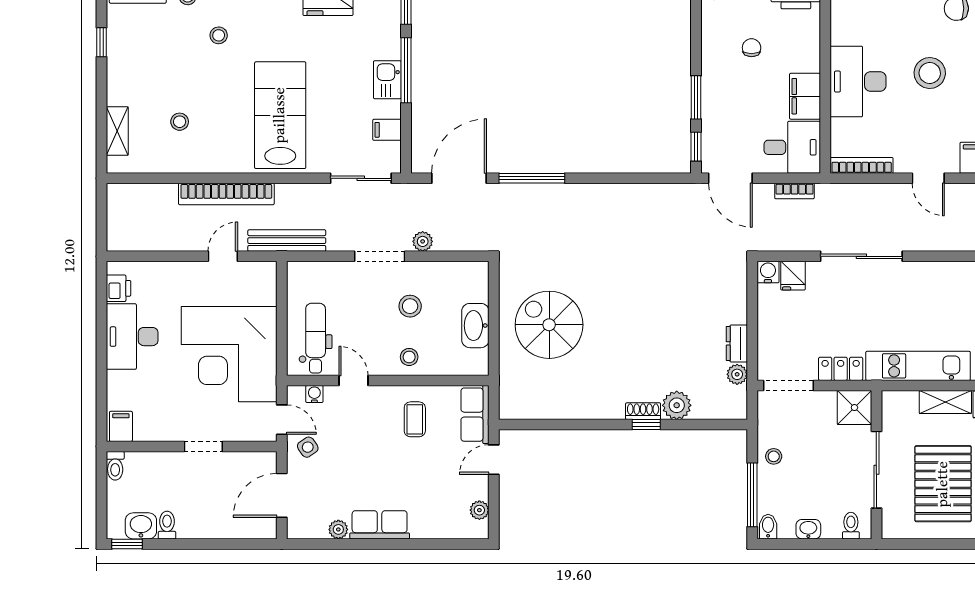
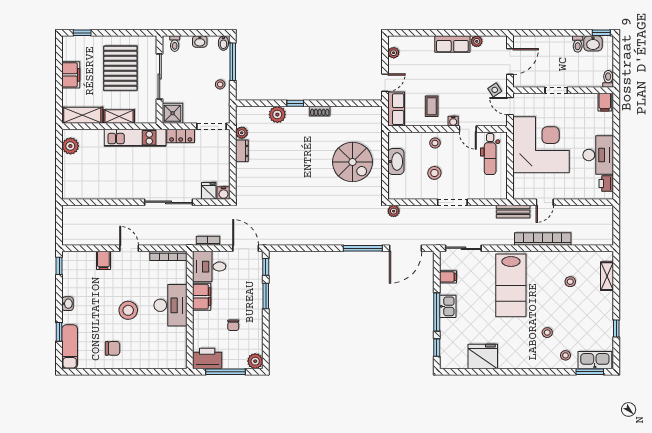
bench: (287, 241) -> (513, 212), width x0.73
plant: (423, 241) -> (394, 211), moved
water cooler: (314, 394) -> (453, 121), moved
shoe rack: (643, 411) -> (320, 111), moved

